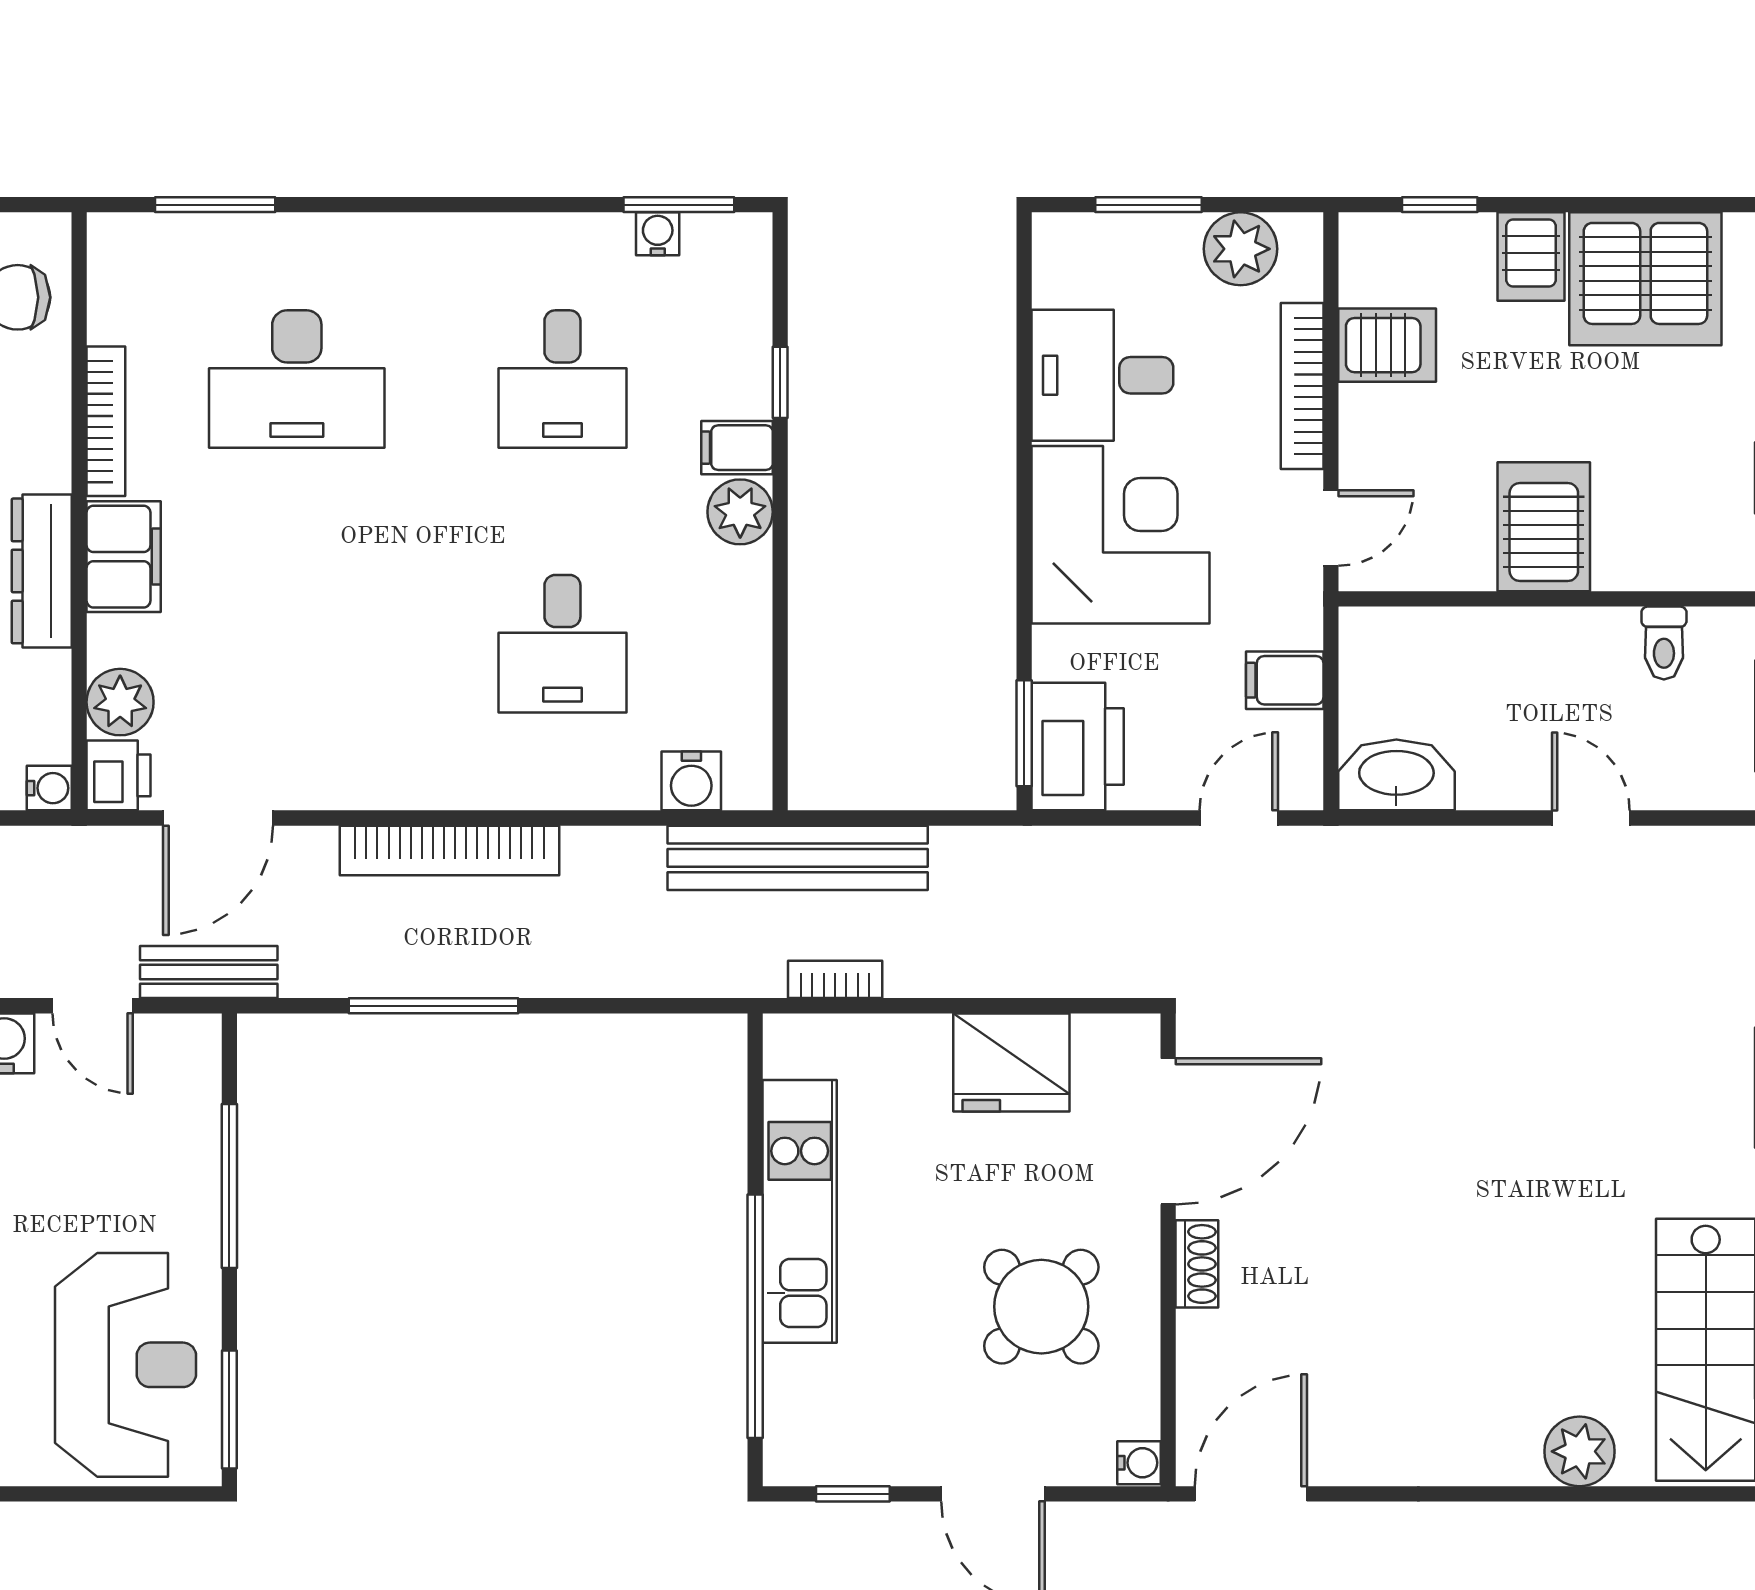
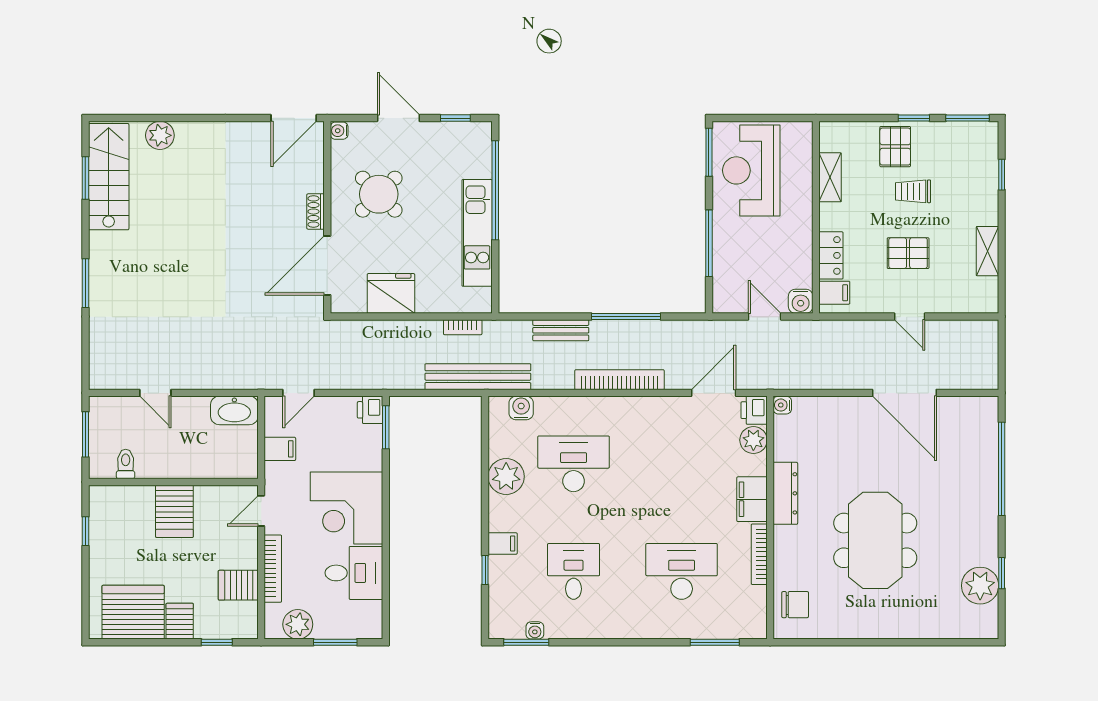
plant: (740, 512) -> (506, 476), moved, width x1.36, depth x1.36
desk: (562, 644) -> (574, 464), width x1.37
printer: (1078, 747) -> (370, 410), width x0.53, depth x0.68
bench: (209, 972) -> (561, 330), moved

